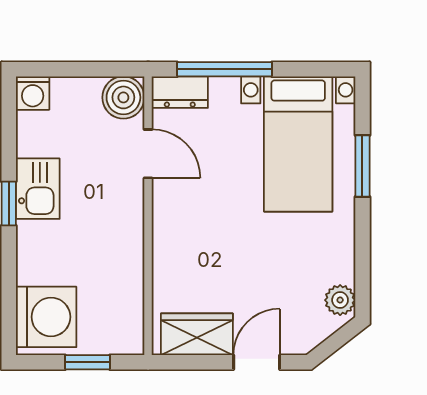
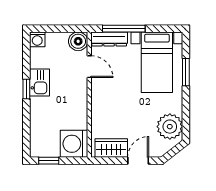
dresser: (180, 92) -> (109, 39), width x1.44
plant: (340, 300) -> (170, 127), width x1.88, depth x1.88
washing machine: (46, 317) -> (74, 144), moved, turned 180
window: (87, 362) -> (49, 161), moved

